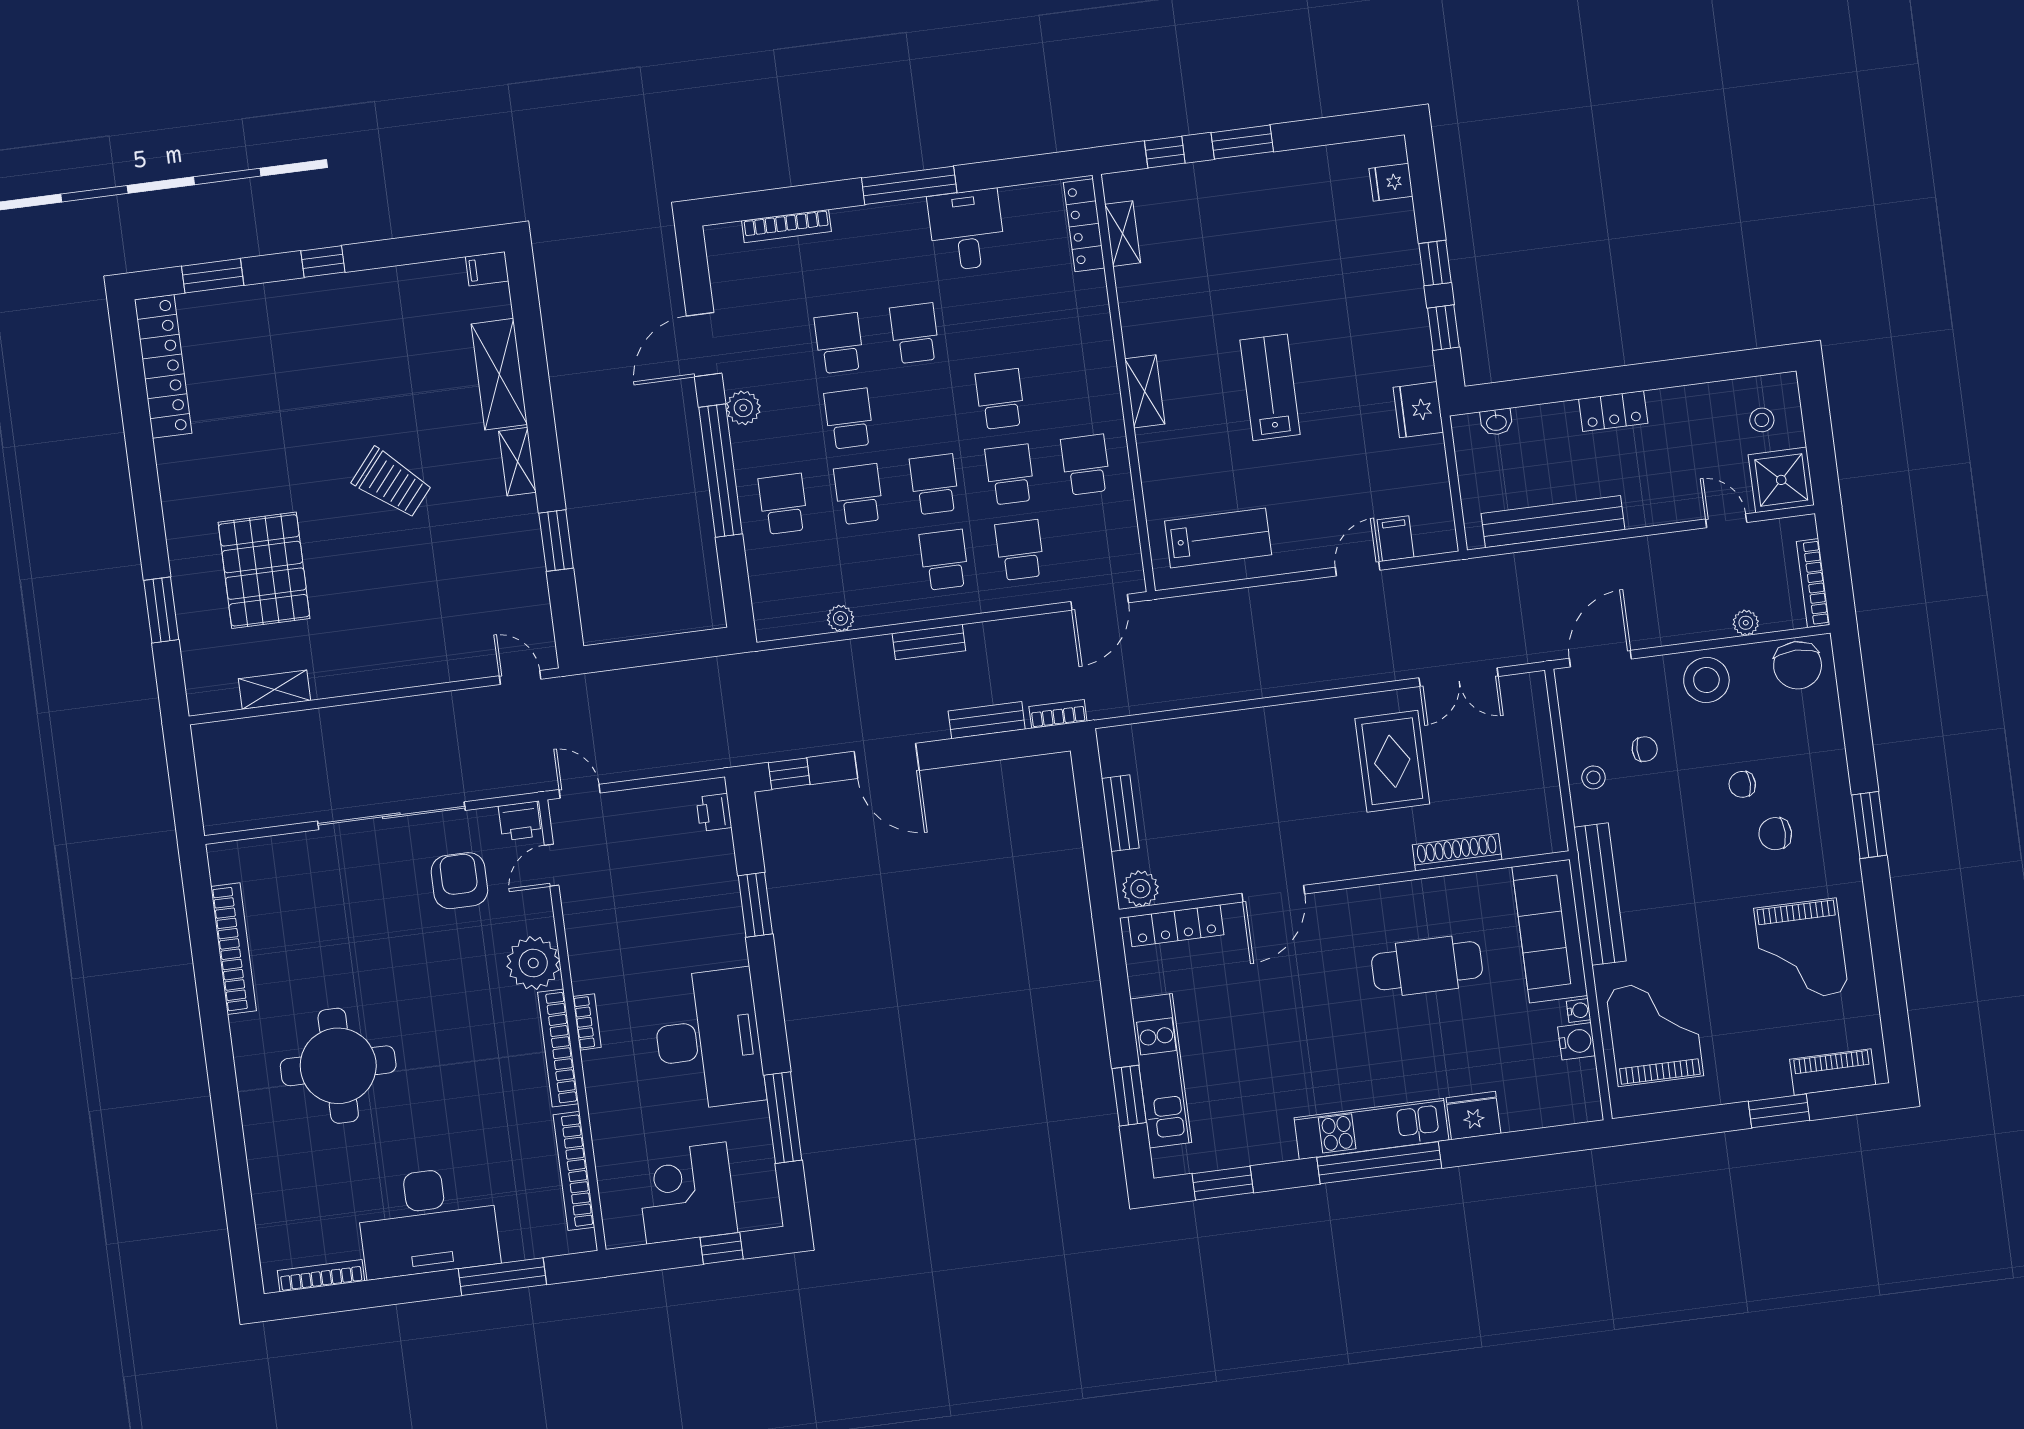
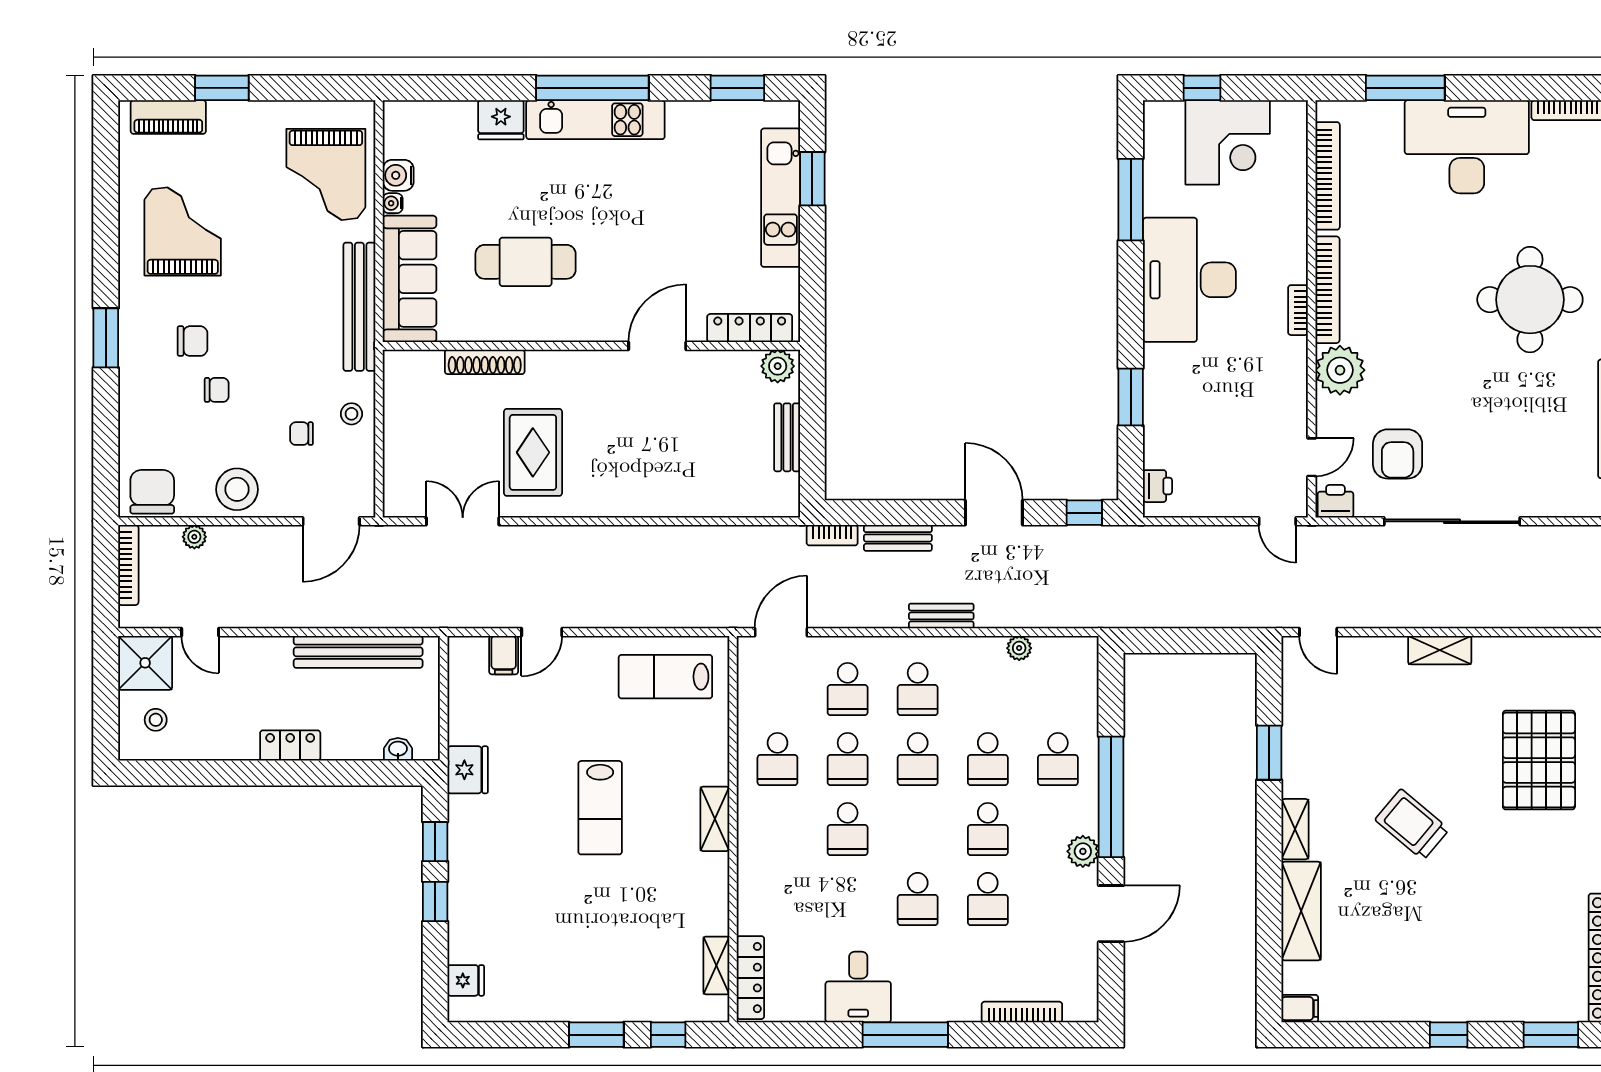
shelving: (274, 690) -> (1440, 650), moved

